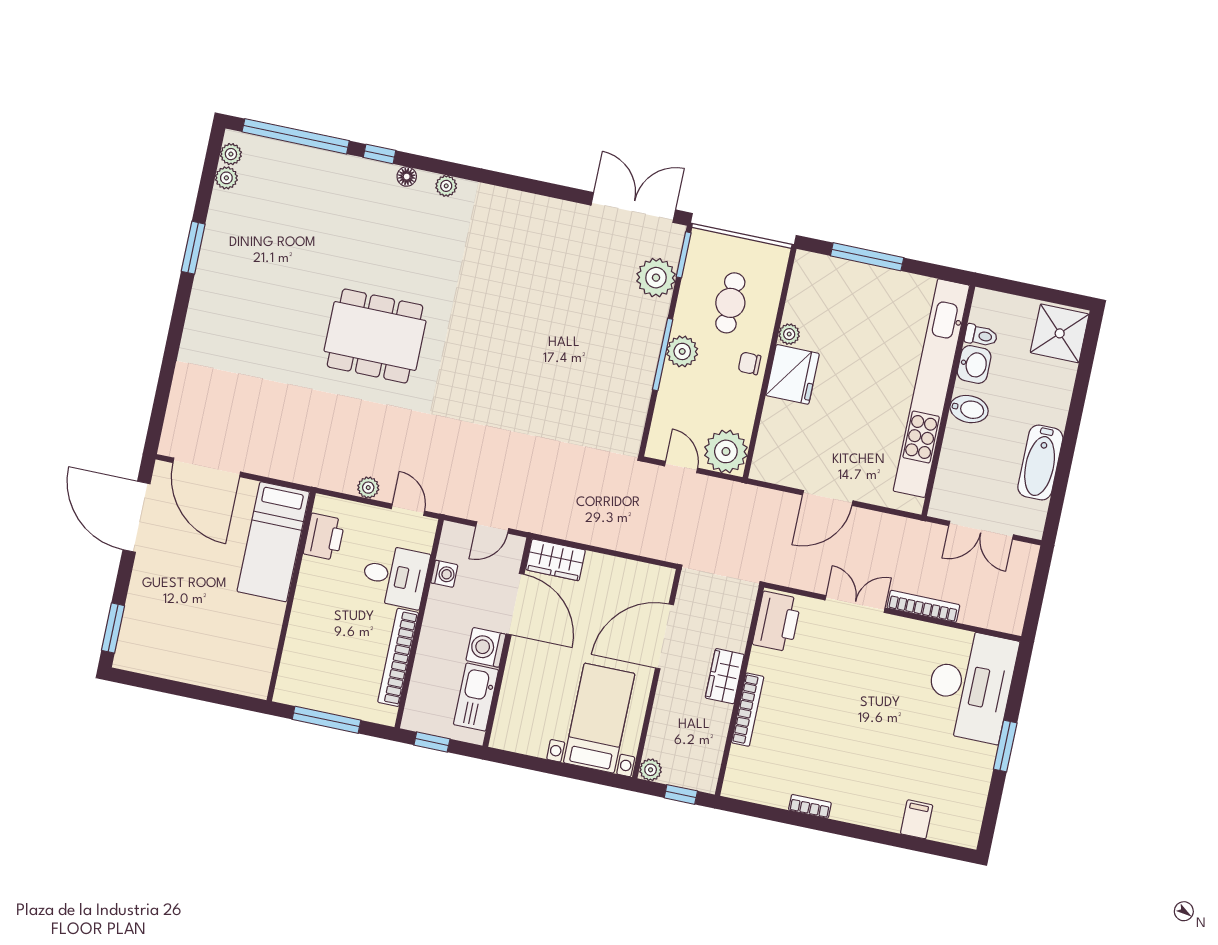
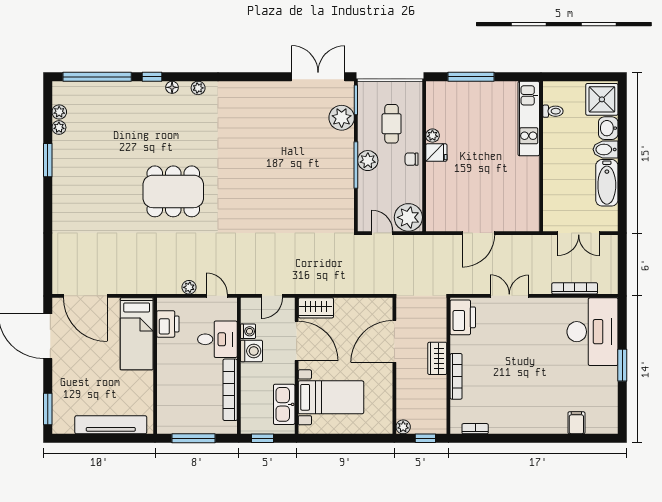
plant: (231, 154) -> (59, 127), moved
washbasin: (974, 364) -> (608, 128), moved, turned 180
fridge: (792, 374) -> (436, 153), width x0.53, depth x0.75
kitchen unit: (931, 388) -> (529, 119), width x0.54
bidet: (969, 409) -> (606, 149), moved, turned 180
bookcase: (923, 606) -> (575, 288), moved
washing machine: (486, 647) -> (252, 351), moved, turned 180
tv unit: (204, 672) -> (111, 425), added
bed with nightstands: (599, 718) -> (331, 397), moved, turned 90
bookcase: (810, 806) -> (475, 429), moved

